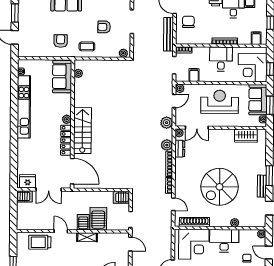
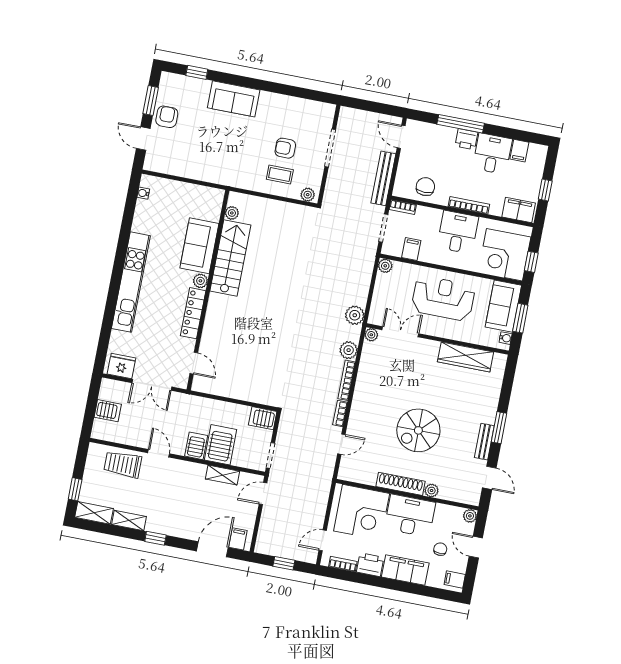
chair: (188, 22) -> (425, 187), moved
filing cabinet: (256, 38) -> (519, 210), width x2.00
armchair: (61, 41) -> (167, 117), moved
coffee table: (87, 46) -> (280, 175), moved
sofa: (62, 77) -> (199, 246), moved
door: (174, 101) -> (373, 284), removed
kitchen unit: (24, 107) -> (131, 282), moved
double door: (197, 128) -> (400, 332), swing flipped
stairs: (82, 131) -> (230, 258), moved
wardrobe: (246, 136) -> (466, 357), width x1.50
dresser: (180, 149) -> (368, 359), removed
door: (72, 171) -> (194, 363), width x0.53
spiral stairs: (220, 187) -> (418, 430), width x0.73, depth x0.73
server rack: (24, 196) -> (108, 411), moved
door: (173, 204) -> (341, 444), hinge flipped
shoe rack: (194, 222) -> (400, 484), moved
shelving: (87, 237) -> (223, 475), moved
door: (130, 244) -> (263, 494), swing flipped

